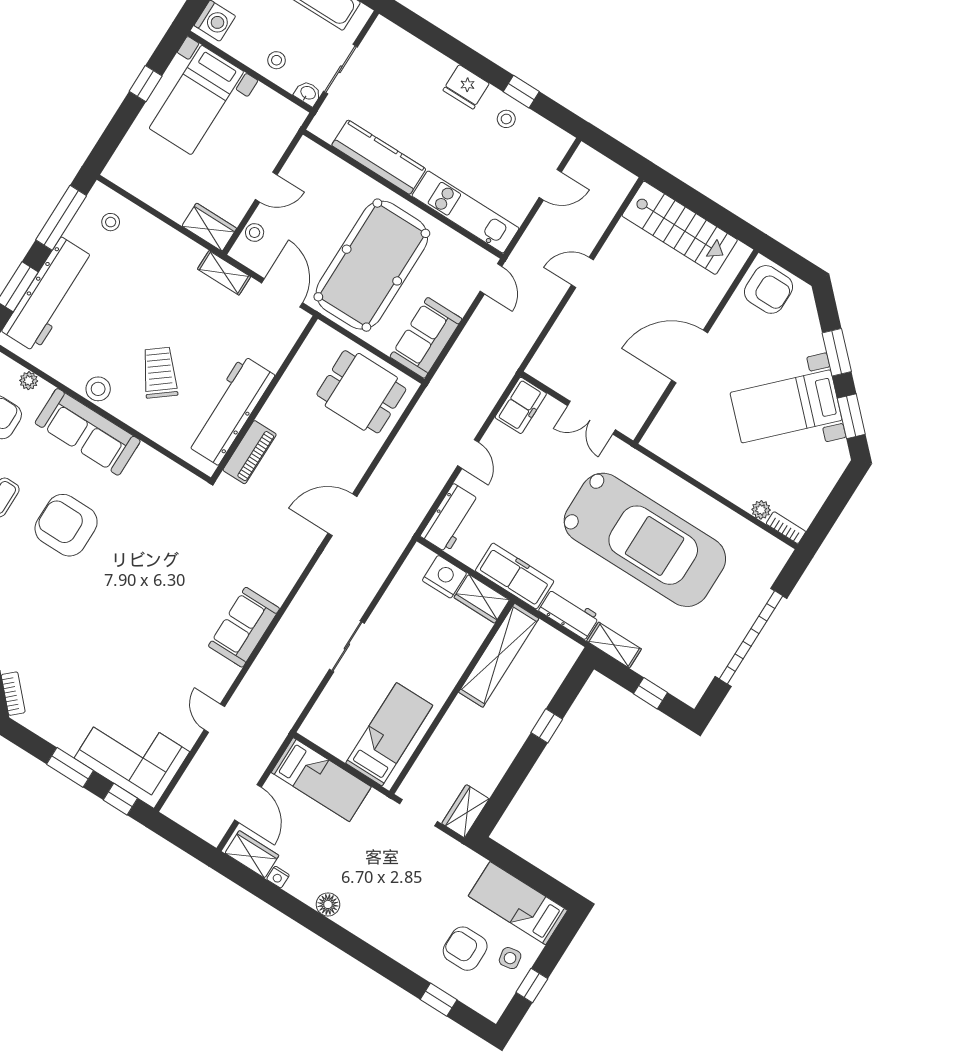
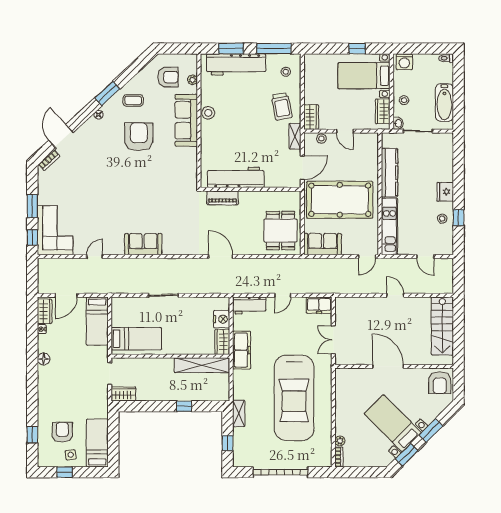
wardrobe: (273, 106) -> (383, 111), added
trolley: (160, 373) -> (282, 106), moved, turned 117
workbench: (569, 613) -> (240, 385), removed

